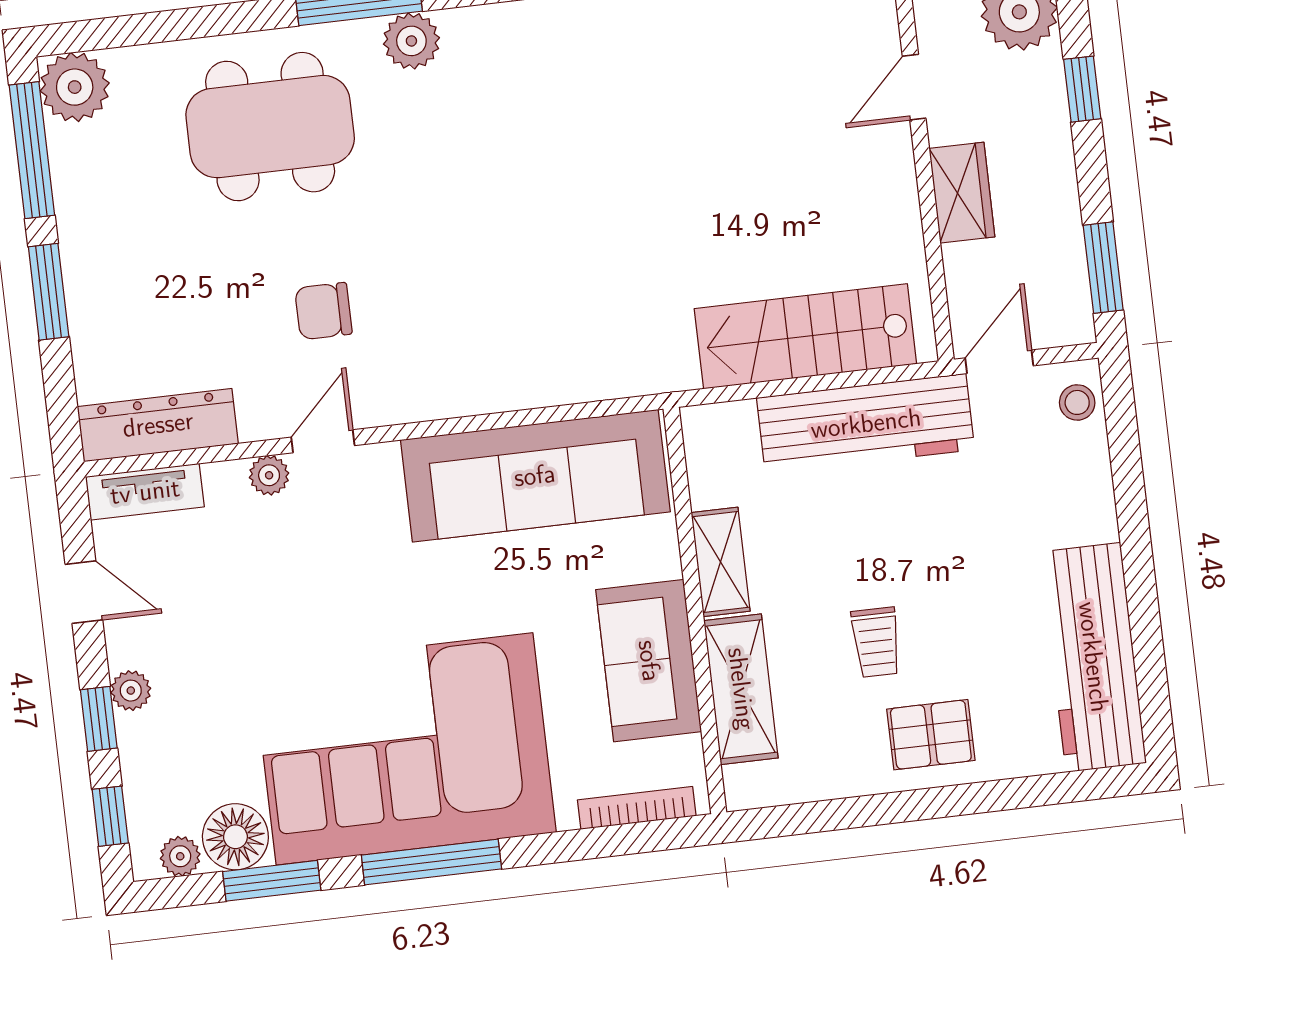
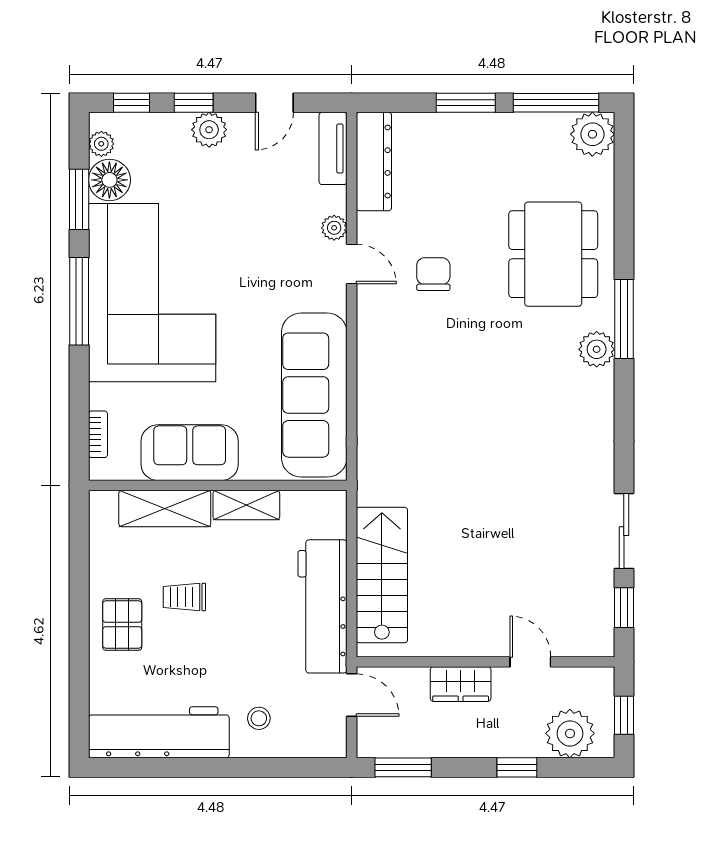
stool: (1077, 402) -> (259, 718), moved
plant: (131, 691) -> (209, 130), width x1.38, depth x1.38
bookcase: (637, 808) -> (98, 434), width x0.64

